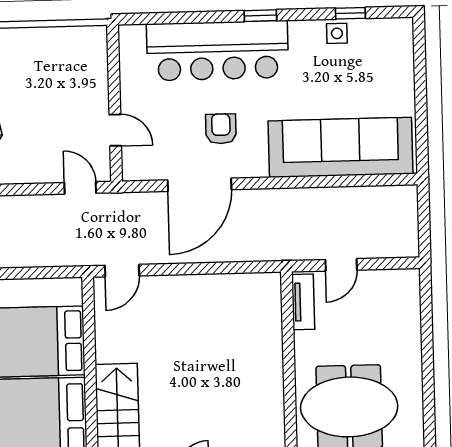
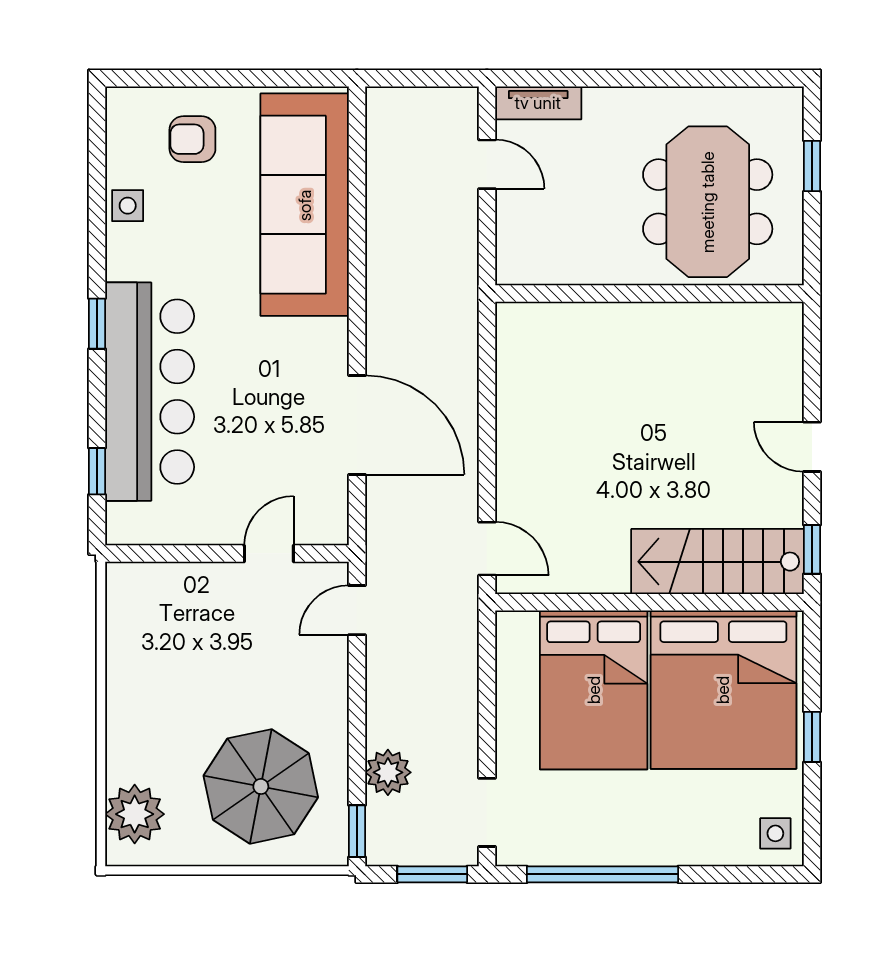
window: (350, 13) -> (97, 471), moved
armchair: (221, 129) -> (192, 139), moved
door: (341, 265) -> (487, 164), moved
tv unit: (303, 302) -> (538, 103), moved, turned 180

